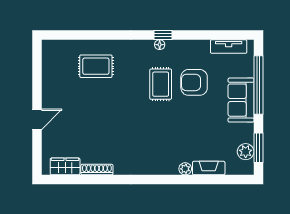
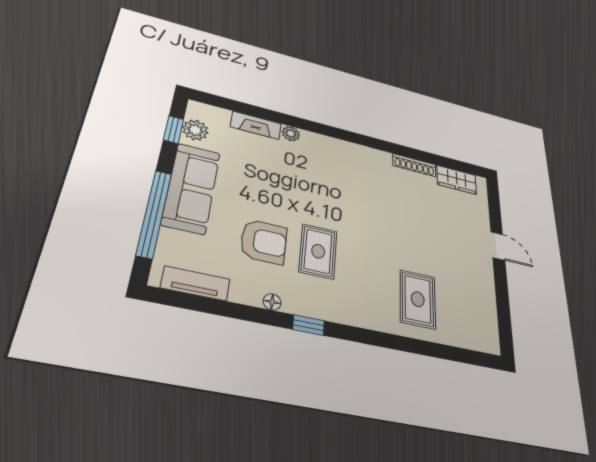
floor lamp: (160, 45) -> (272, 302), moved
rug: (96, 66) -> (418, 299), turned 90
sofa: (241, 100) -> (191, 188), width x1.36
door: (37, 119) -> (498, 246), swing flipped
window: (258, 148) -> (174, 130), width x0.67

